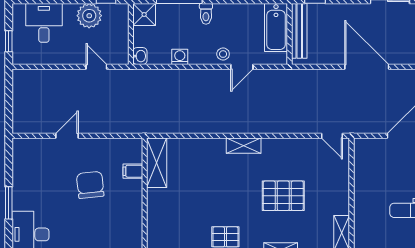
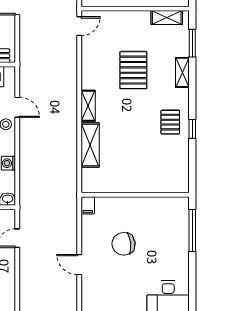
shelving: (157, 163) -> (90, 145), moved, turned 90
filing cabinet: (133, 171) -> (88, 205), moved

